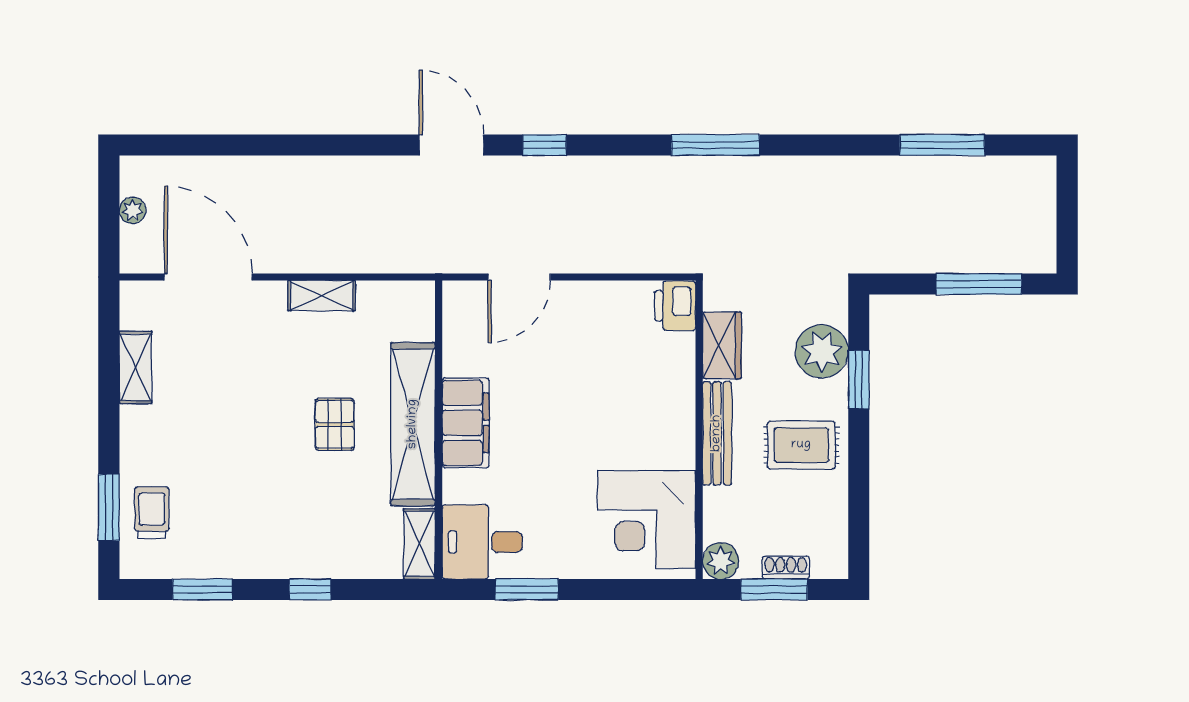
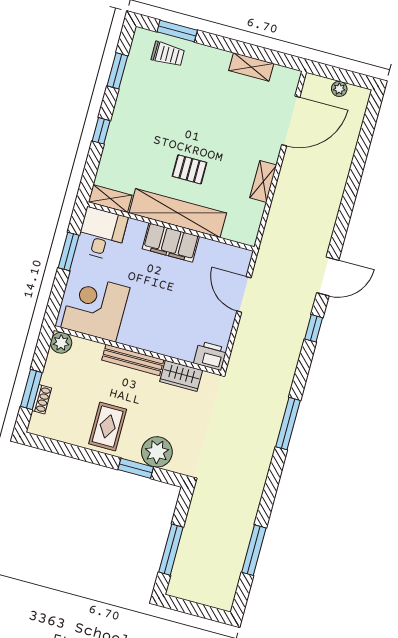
printer: (675, 306) -> (210, 356), moved
wardrobe: (722, 345) -> (181, 376), moved
wall: (699, 430) -> (137, 350), moved
bench: (717, 433) -> (133, 360), moved
corner desk: (647, 520) -> (95, 308), moved
plant: (721, 561) -> (61, 343), moved

